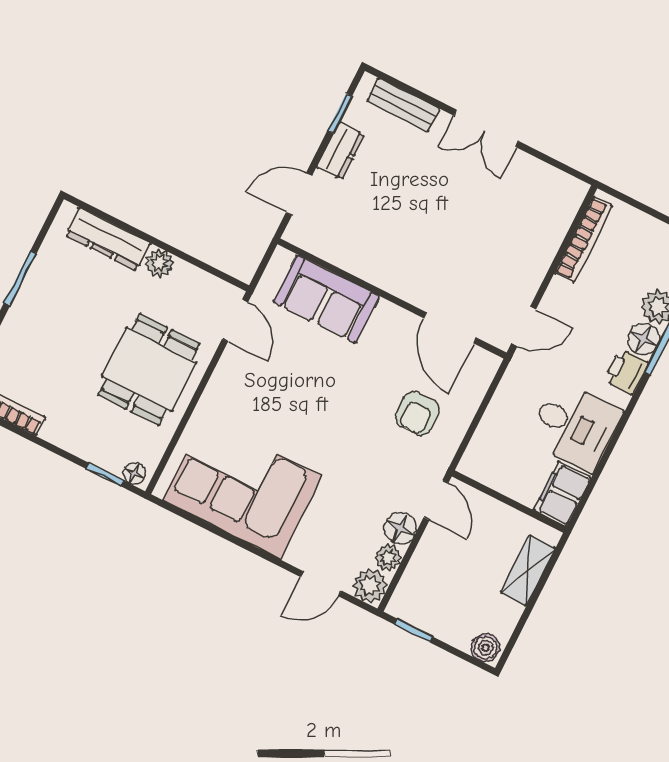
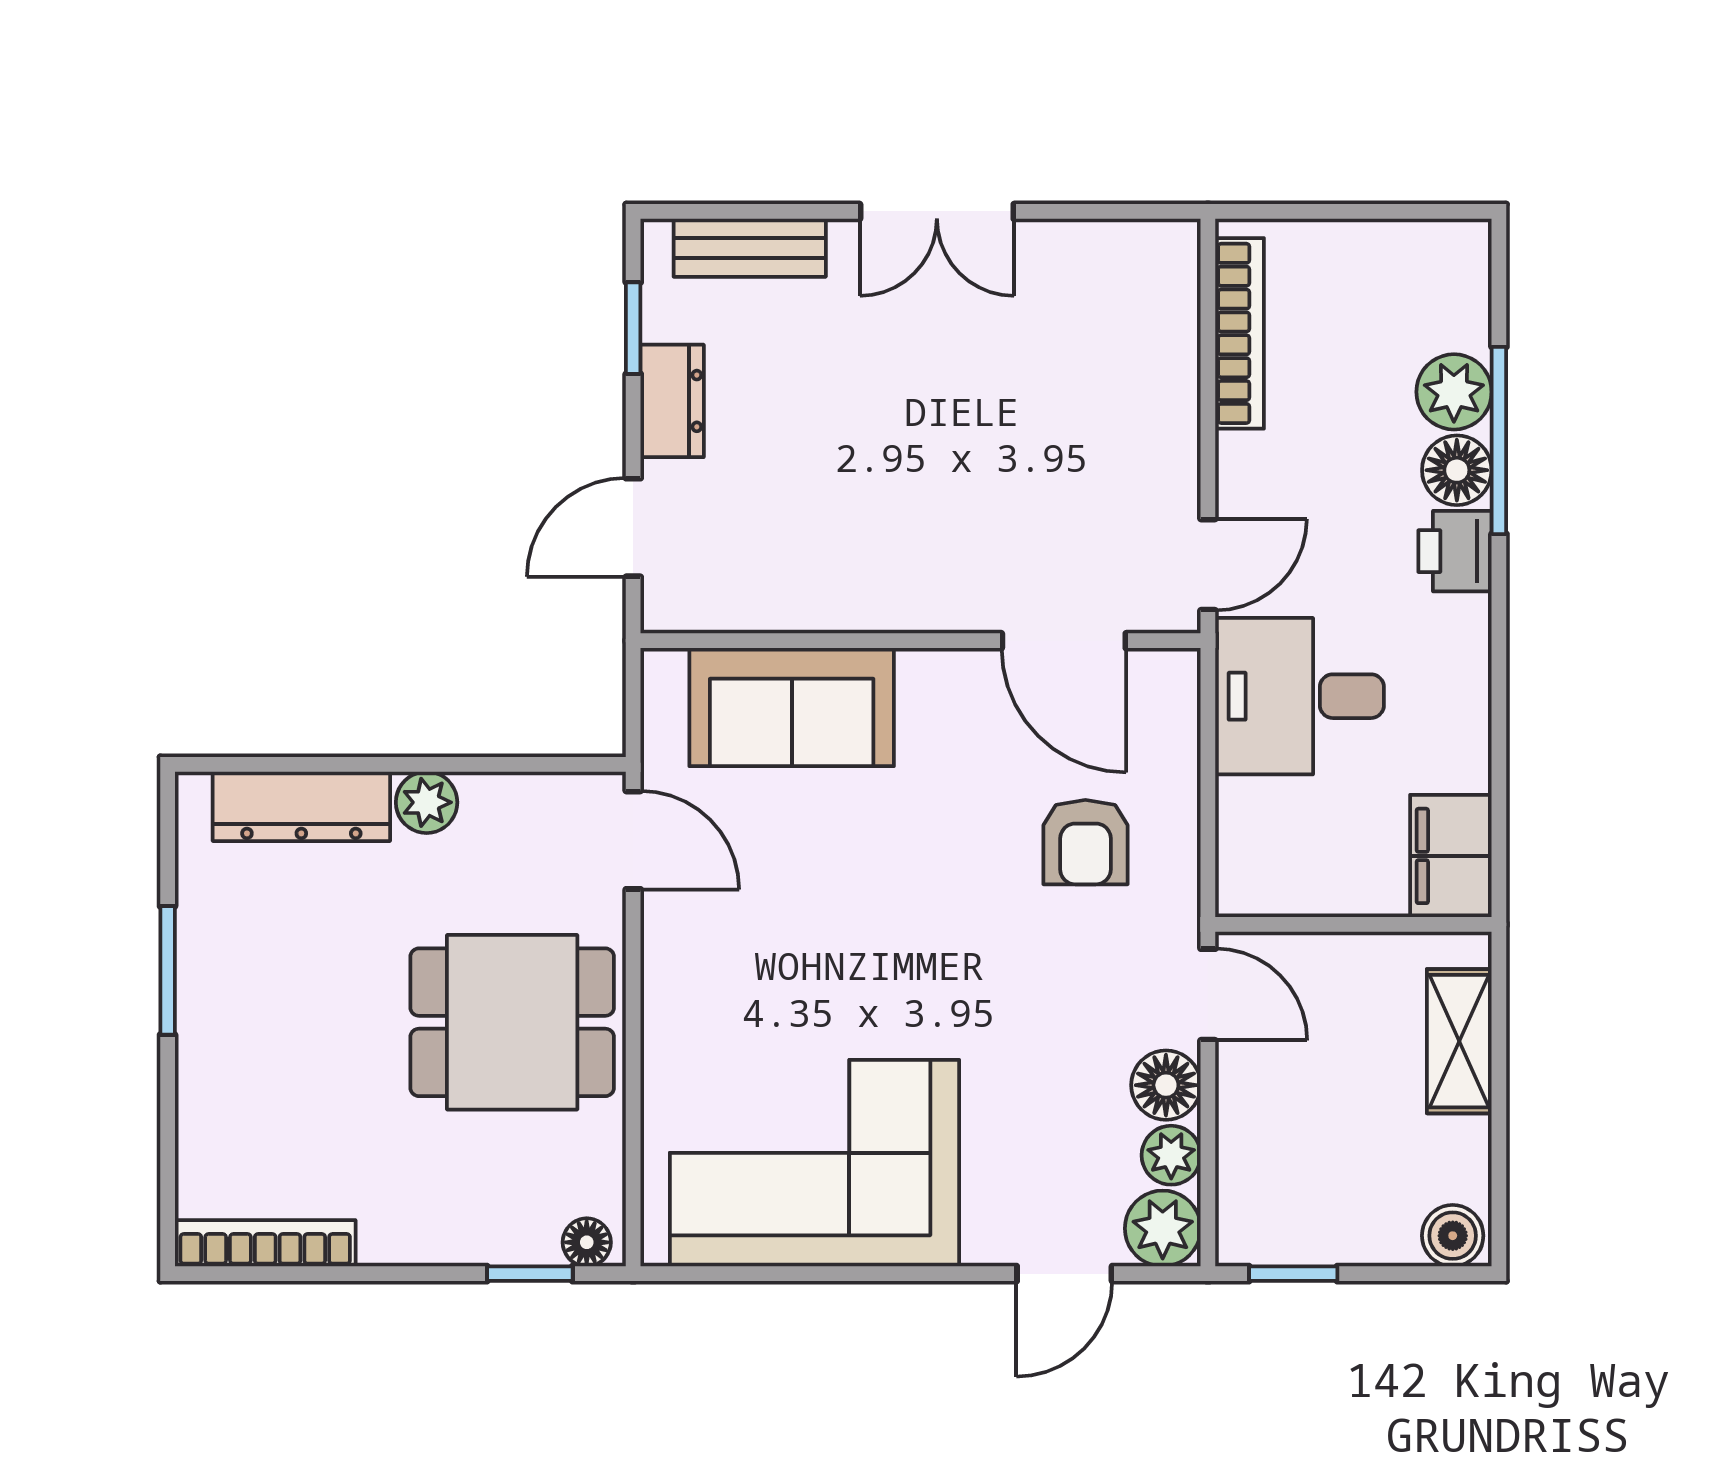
dining table: (149, 369) -> (512, 1022), turned 90
desk: (574, 426) -> (1300, 696), moved, turned 180

